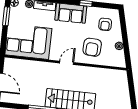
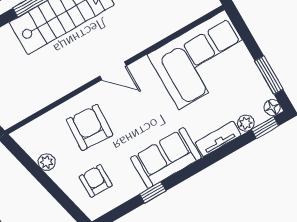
door: (67, 63) -> (113, 71), hinge flipped

